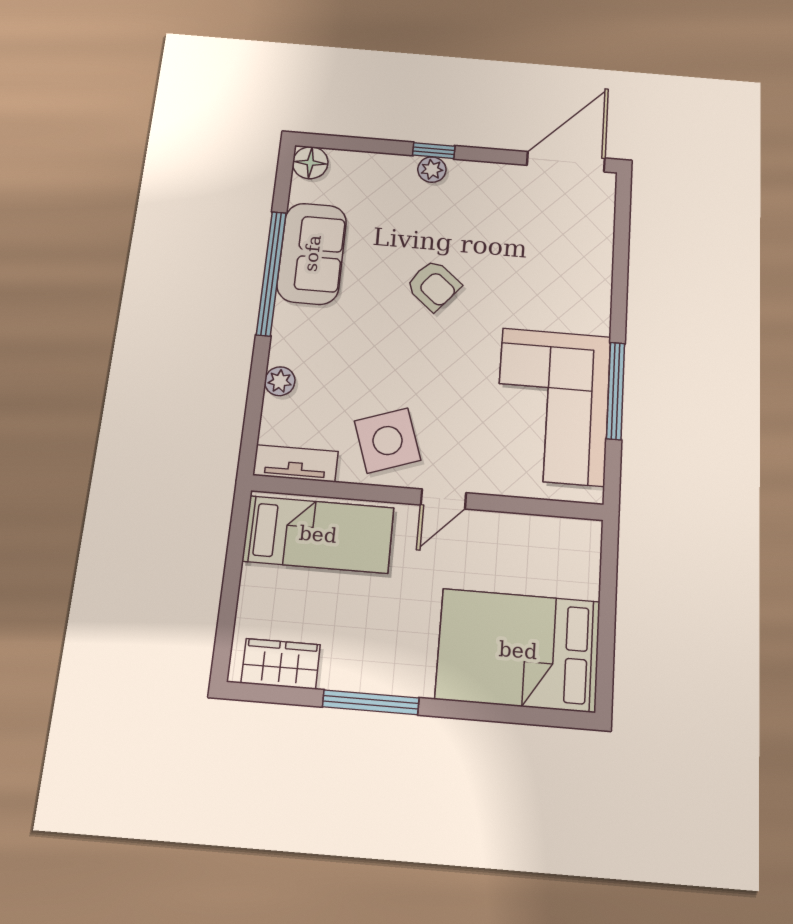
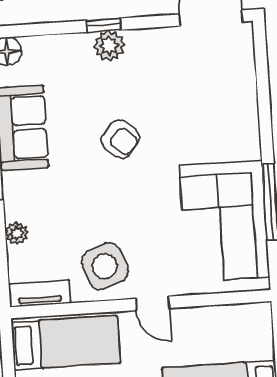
plant: (432, 170) -> (109, 46), width x1.38, depth x1.38
door: (443, 499) -> (153, 303), hinge flipped

